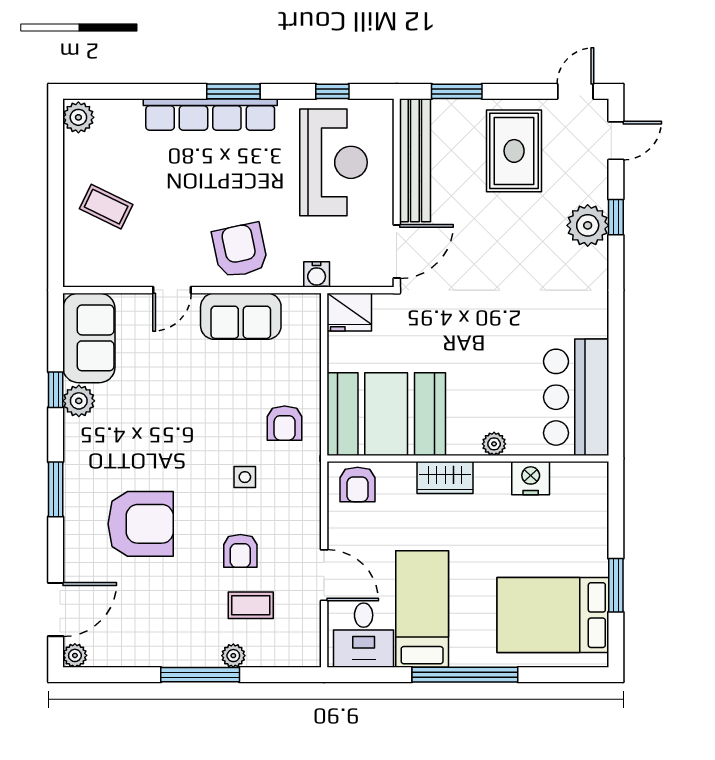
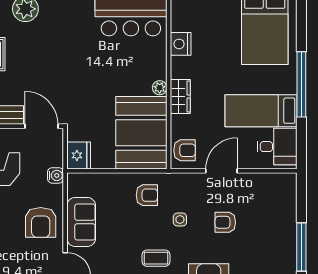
armchair: (240, 250) -> (41, 222), turned -78
plant: (494, 444) -> (160, 88), moved
armchair: (240, 551) -> (225, 222), turned 180
door: (324, 575) -> (221, 171), moved
coffee table: (251, 605) -> (156, 258), moved, turned 90
plant: (233, 656) -> (290, 227), removed

